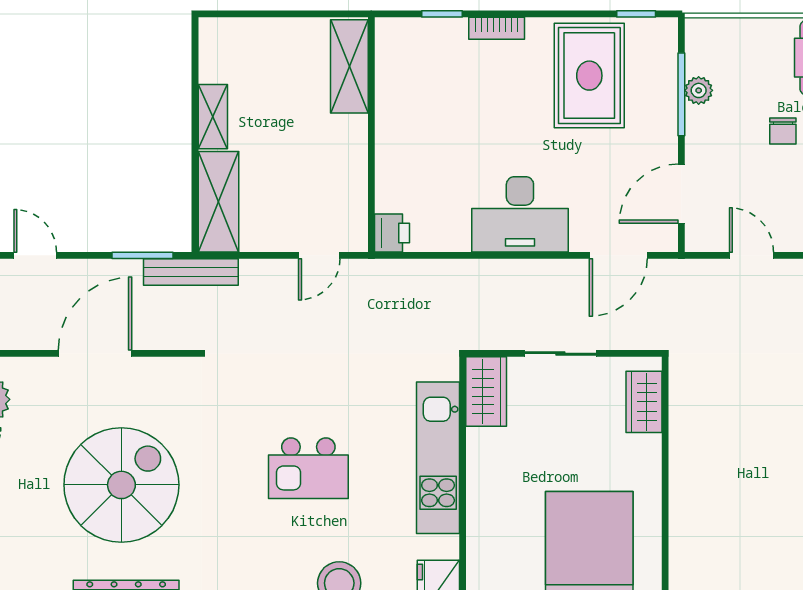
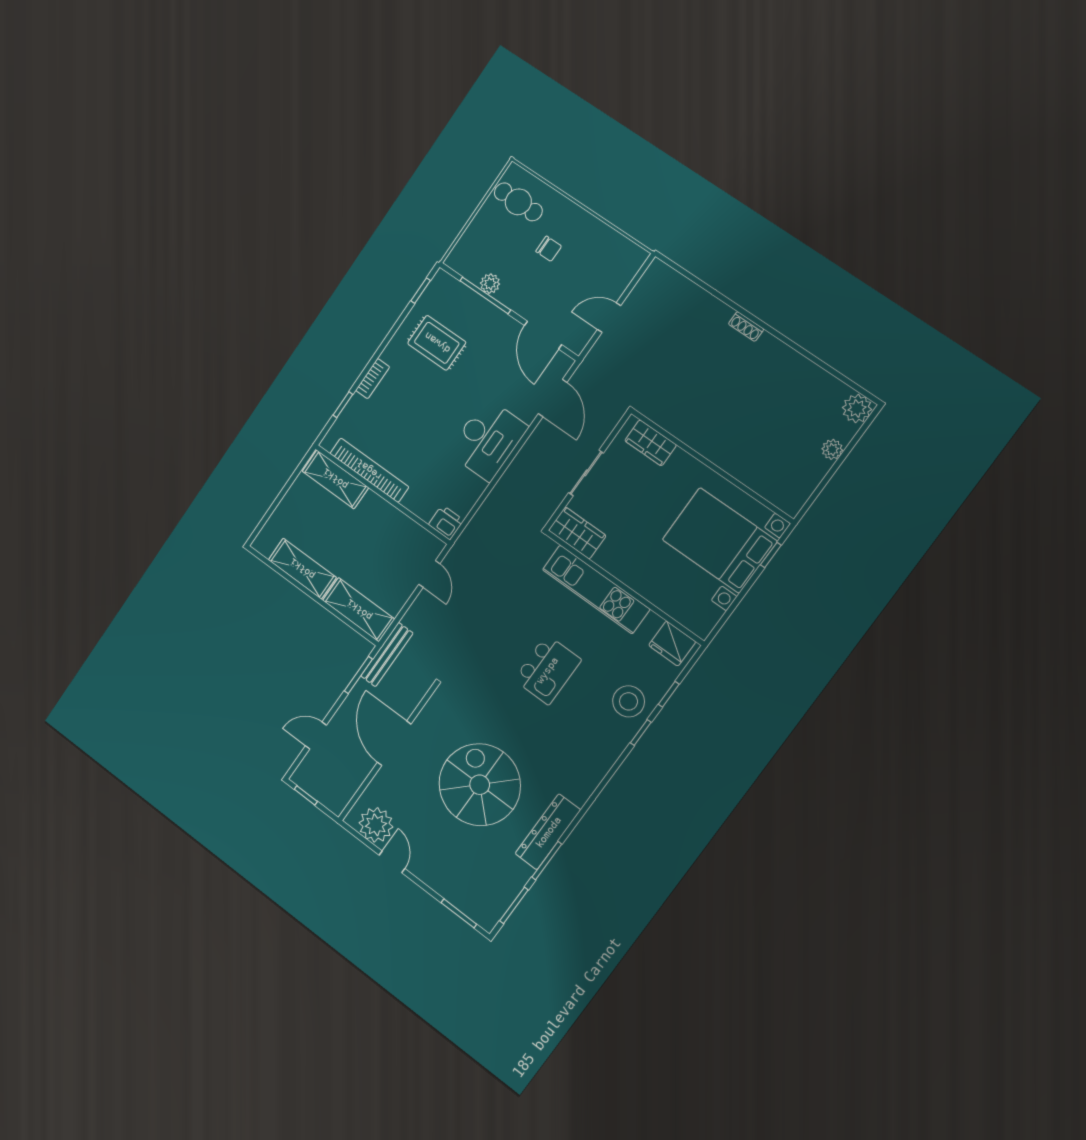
rug: (589, 76) -> (437, 343), width x0.73, depth x0.70
bookcase: (388, 100) -> (369, 470), added
shelving: (213, 117) -> (302, 569), width x1.50, depth x1.33

